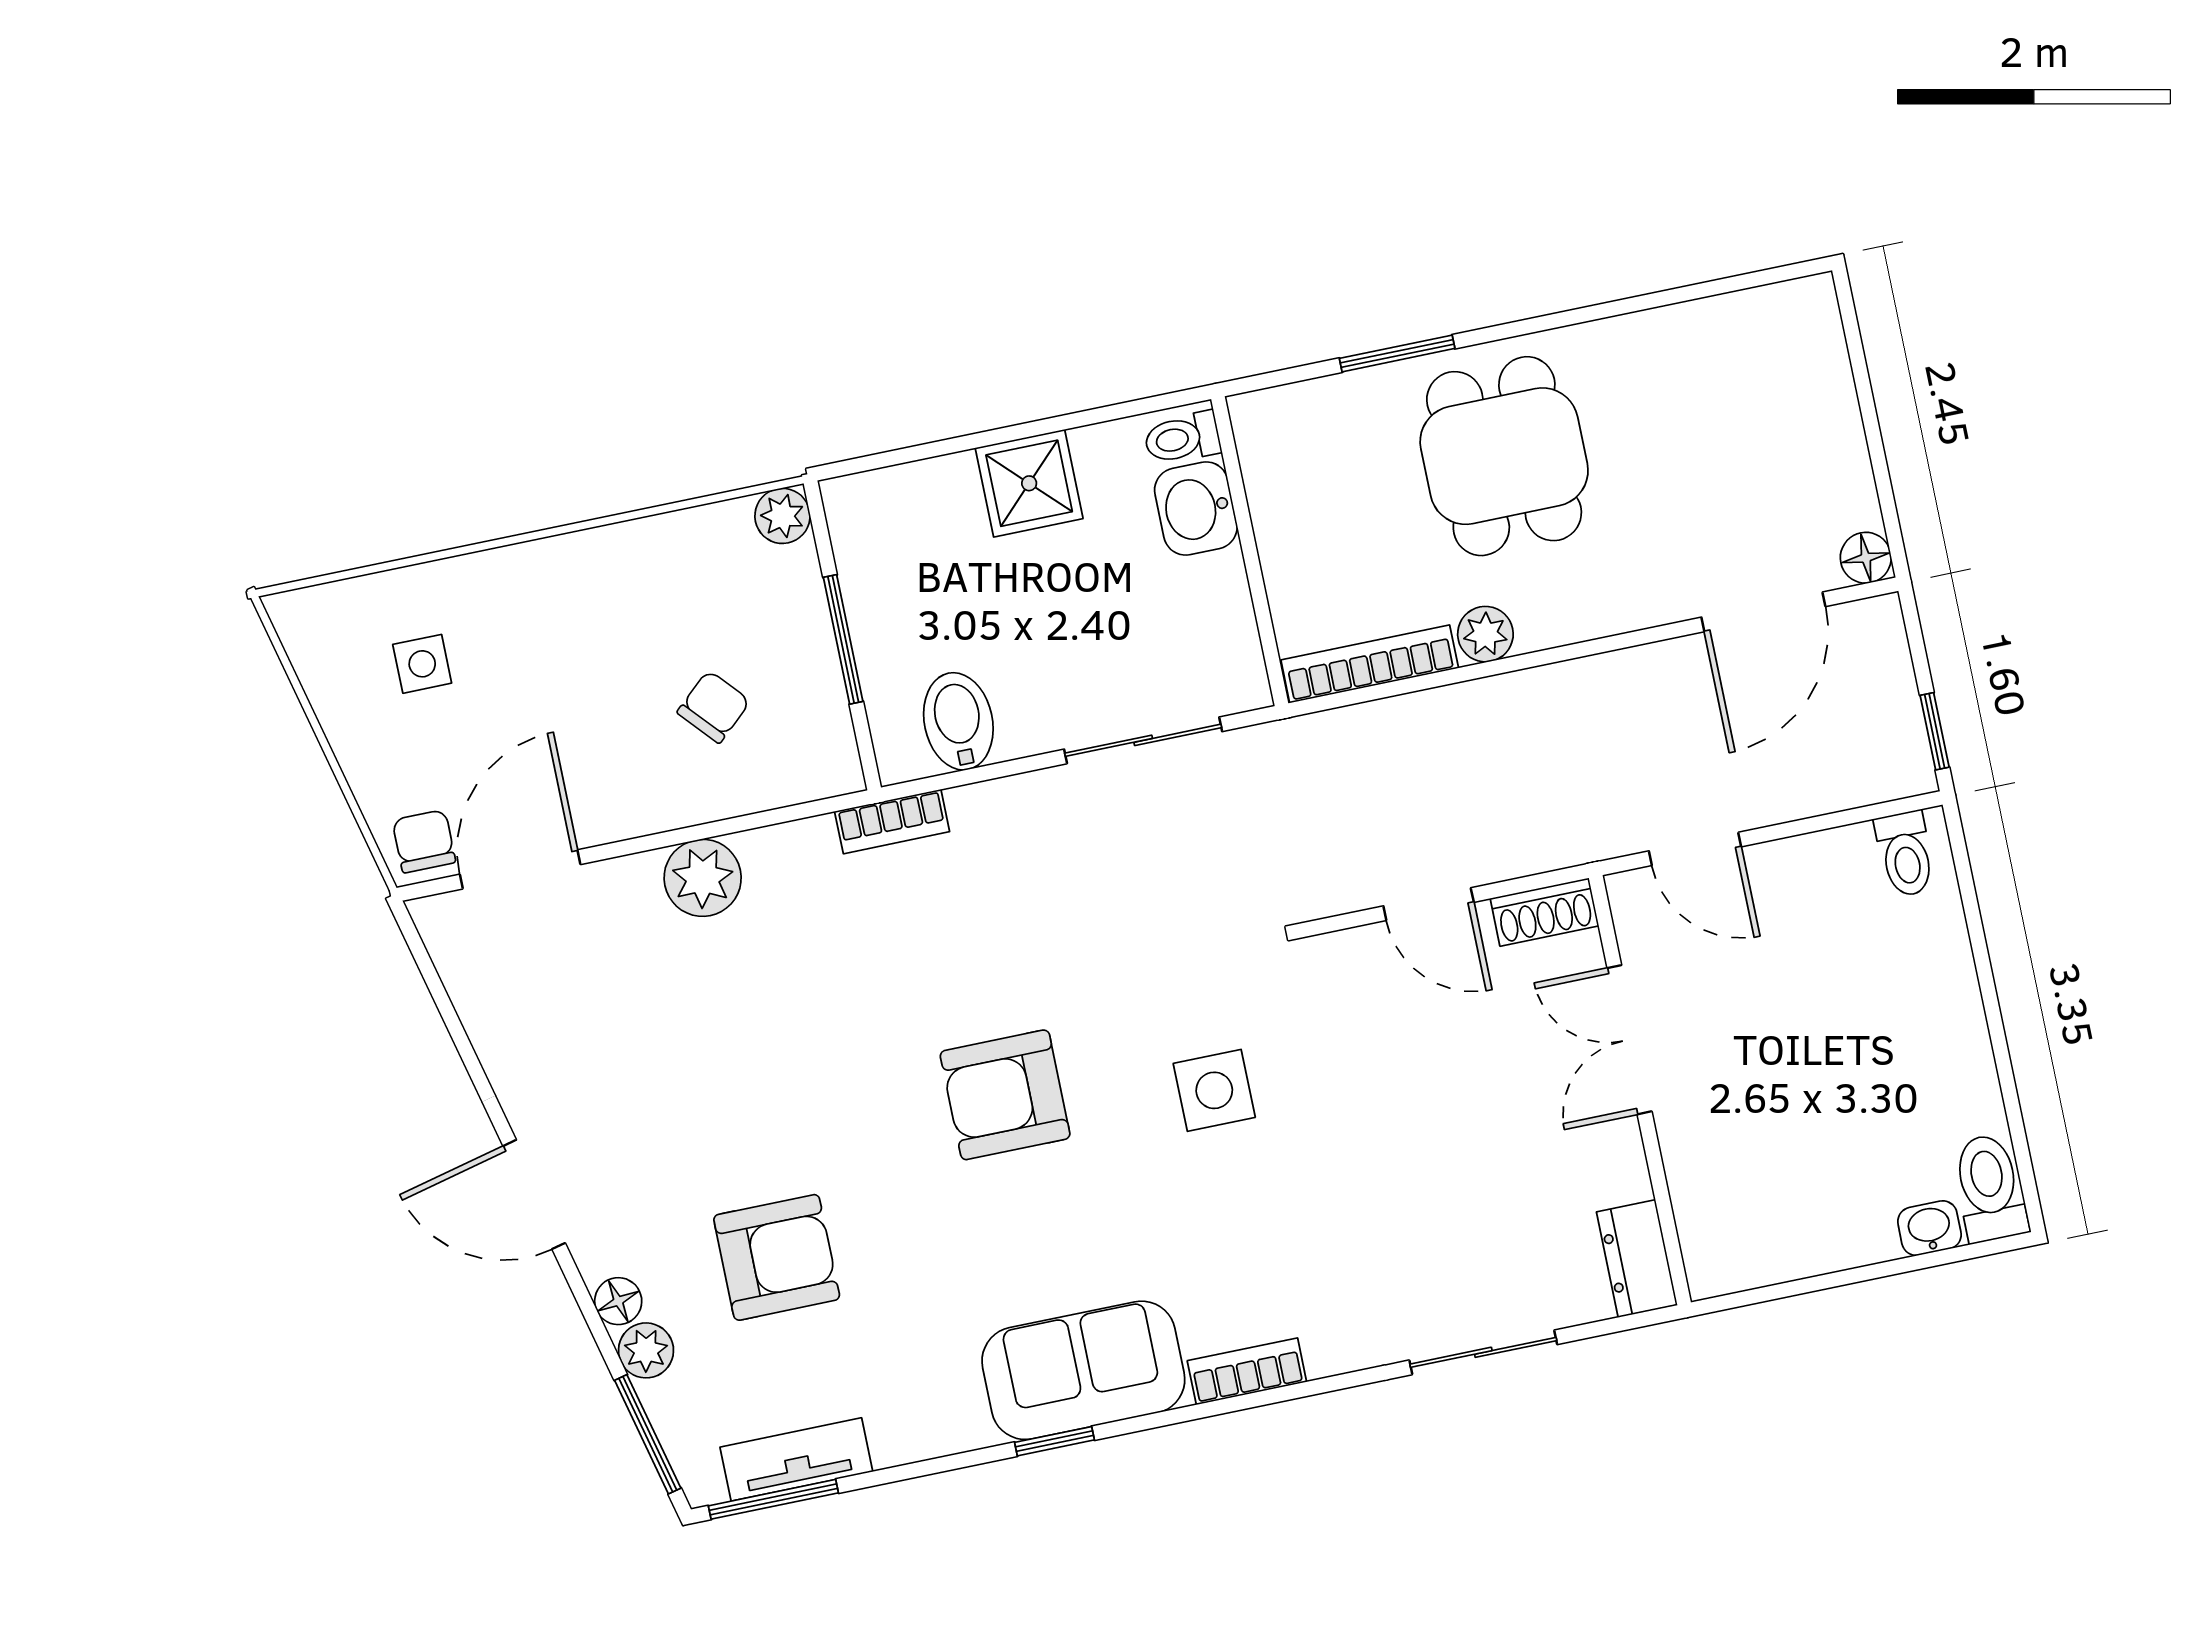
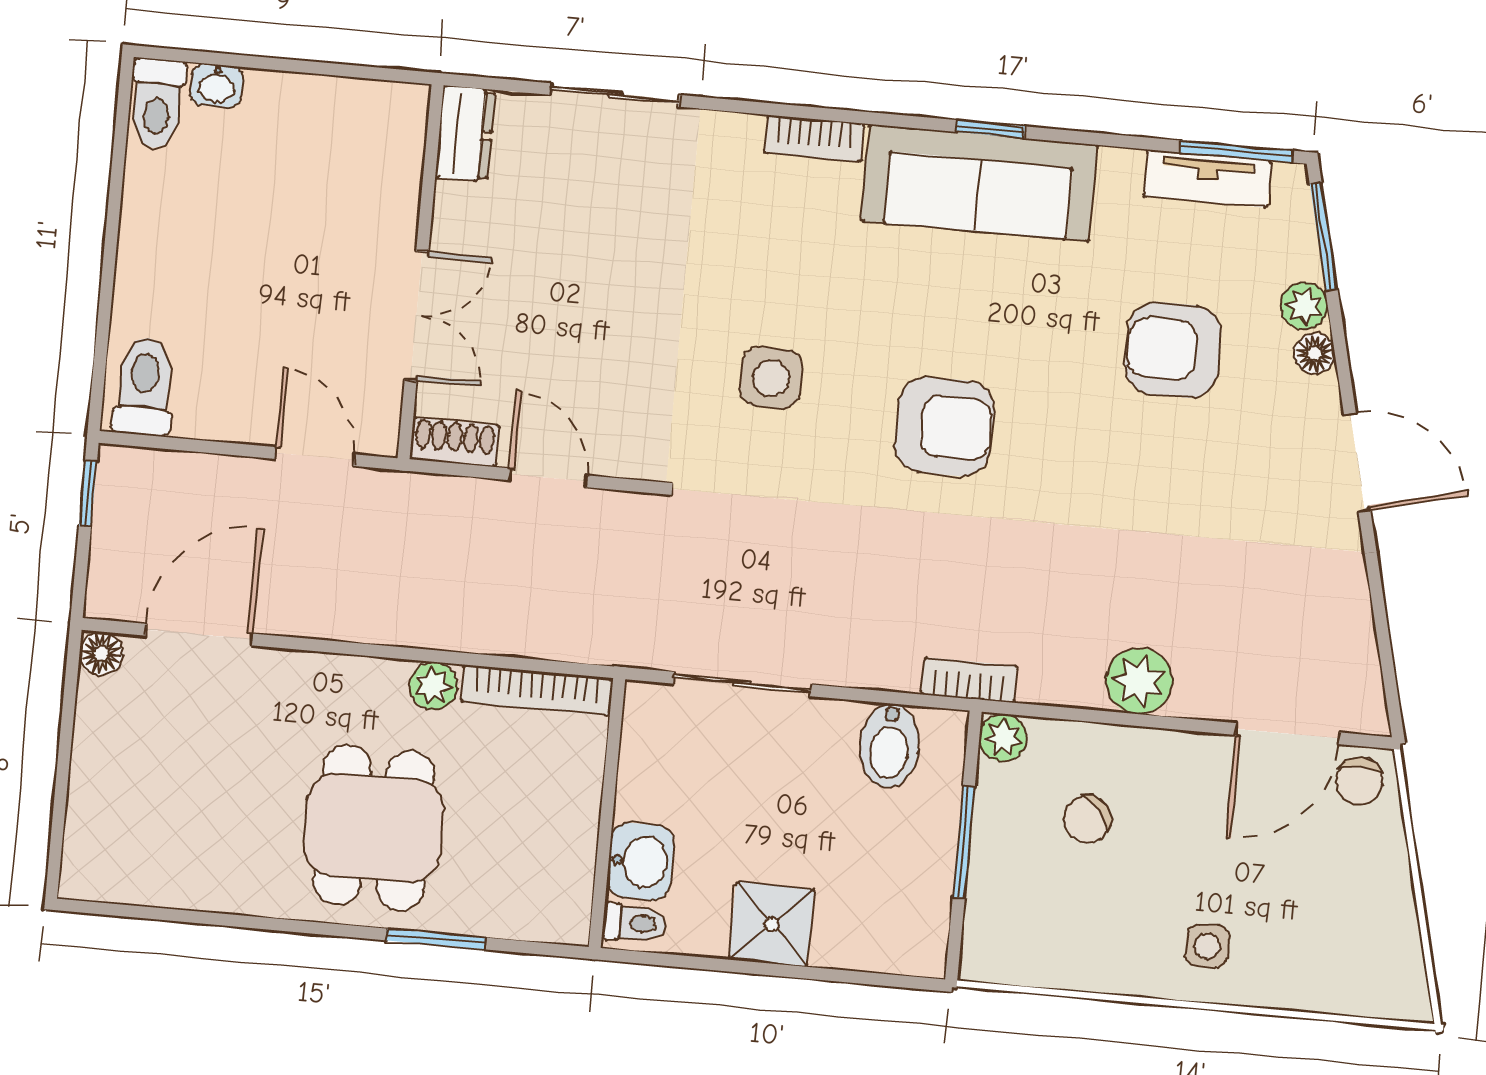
plant: (782, 516) -> (1003, 737), moved
side table: (422, 664) -> (1207, 946), moved
toilet: (1905, 854) -> (144, 386), width x1.37, depth x1.39
sofa: (1083, 1370) -> (979, 183), width x1.36

